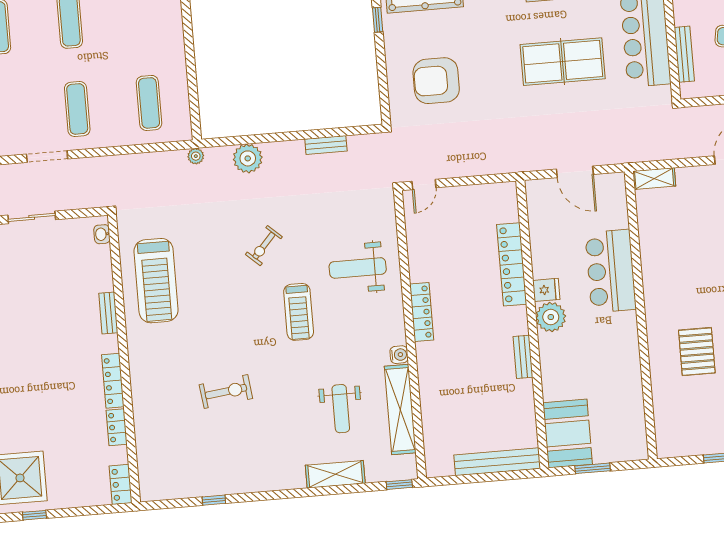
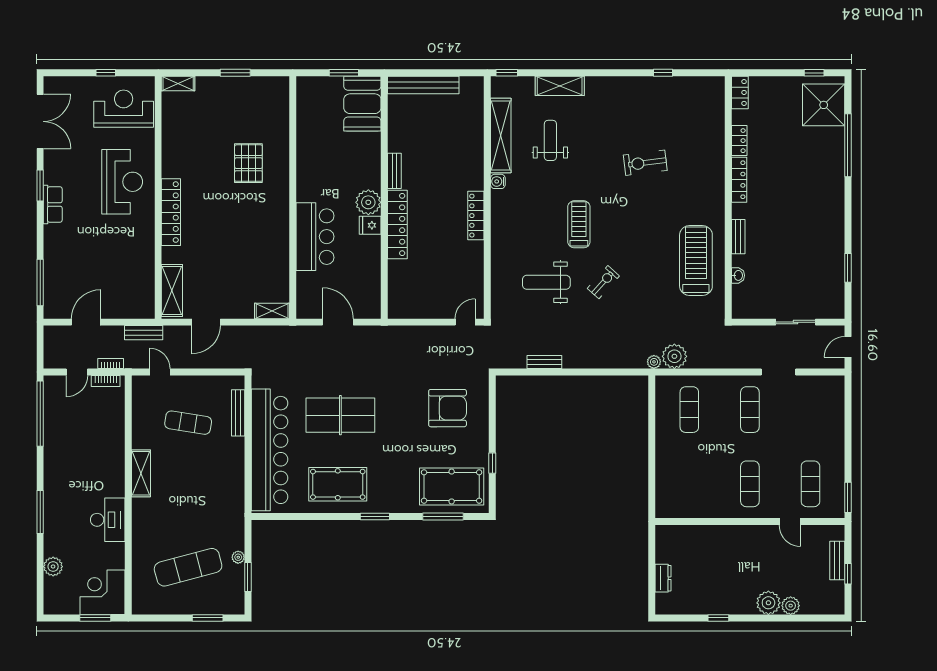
plant: (248, 158) -> (674, 356), moved
washbasin: (102, 234) -> (738, 275), moved
locker: (512, 264) -> (397, 225), moved
weight bench: (358, 268) -> (546, 282), moved, turned 180

